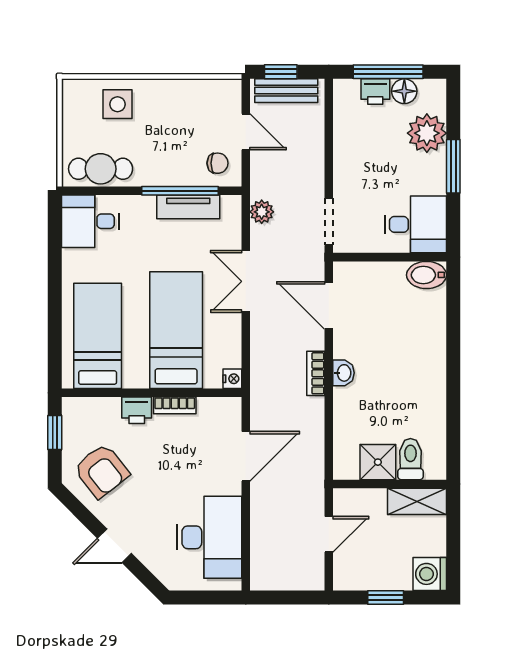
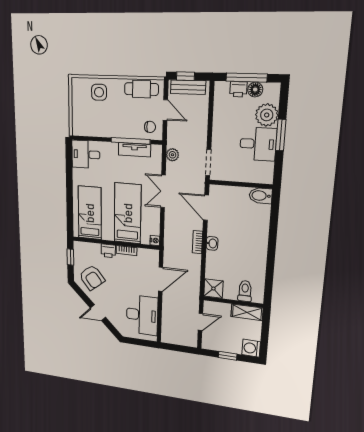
cafe table: (101, 169) -> (141, 89), moved
desk: (416, 224) -> (258, 144), moved
shower: (378, 462) -> (213, 289), moved

